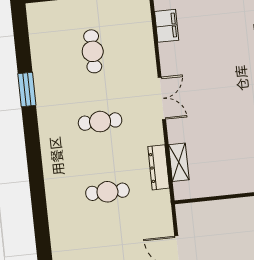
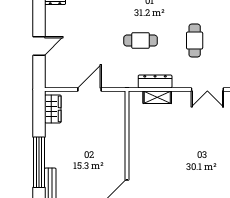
cafe table: (107, 192) -> (141, 41), turned 90

